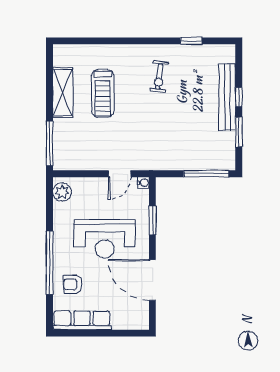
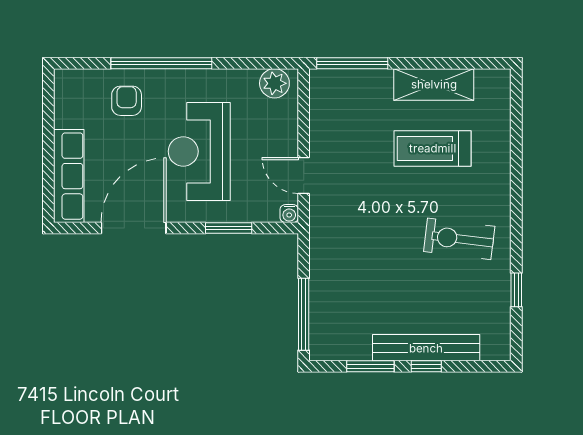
exercise bike: (159, 77) -> (459, 239), width x1.38, depth x1.39
row of seats: (82, 320) -> (69, 176), moved

